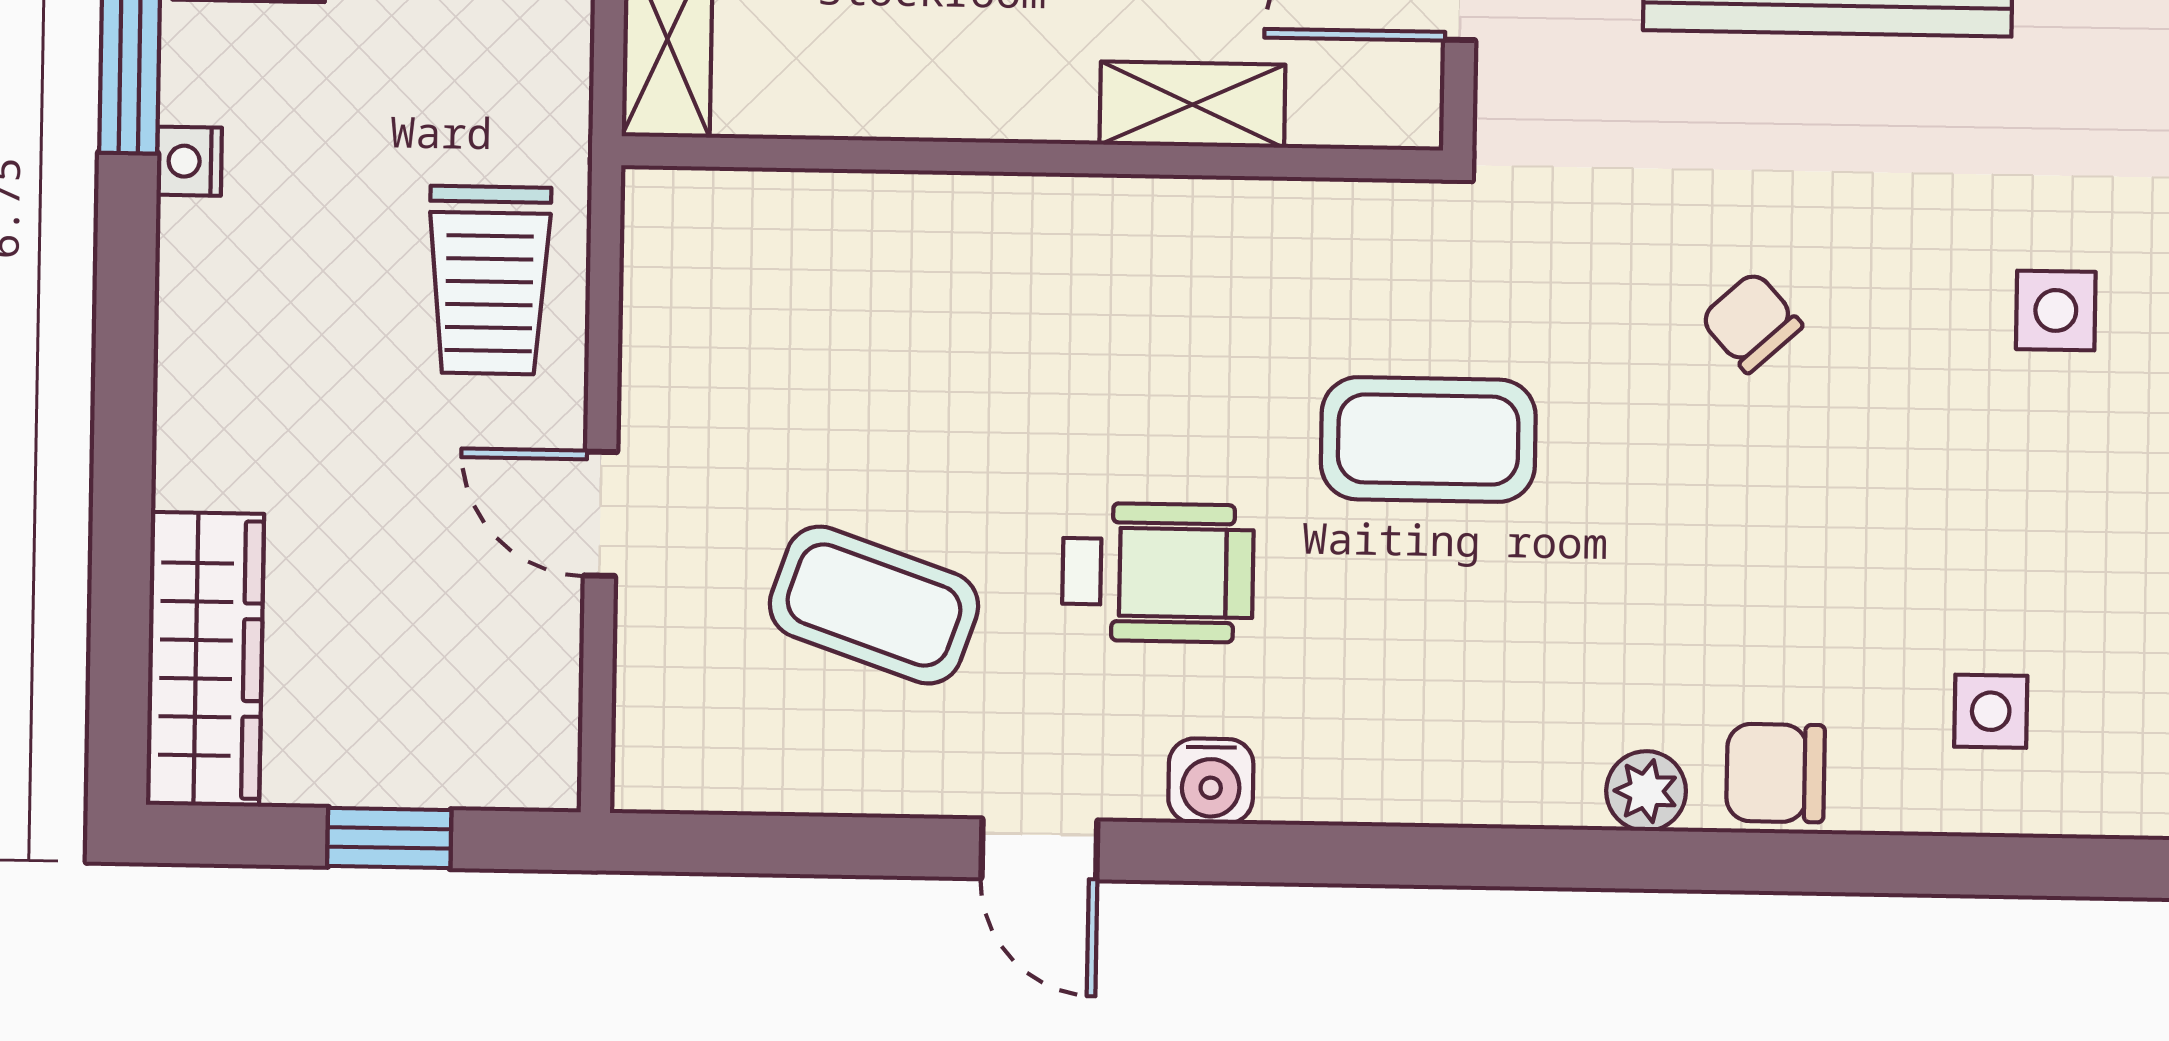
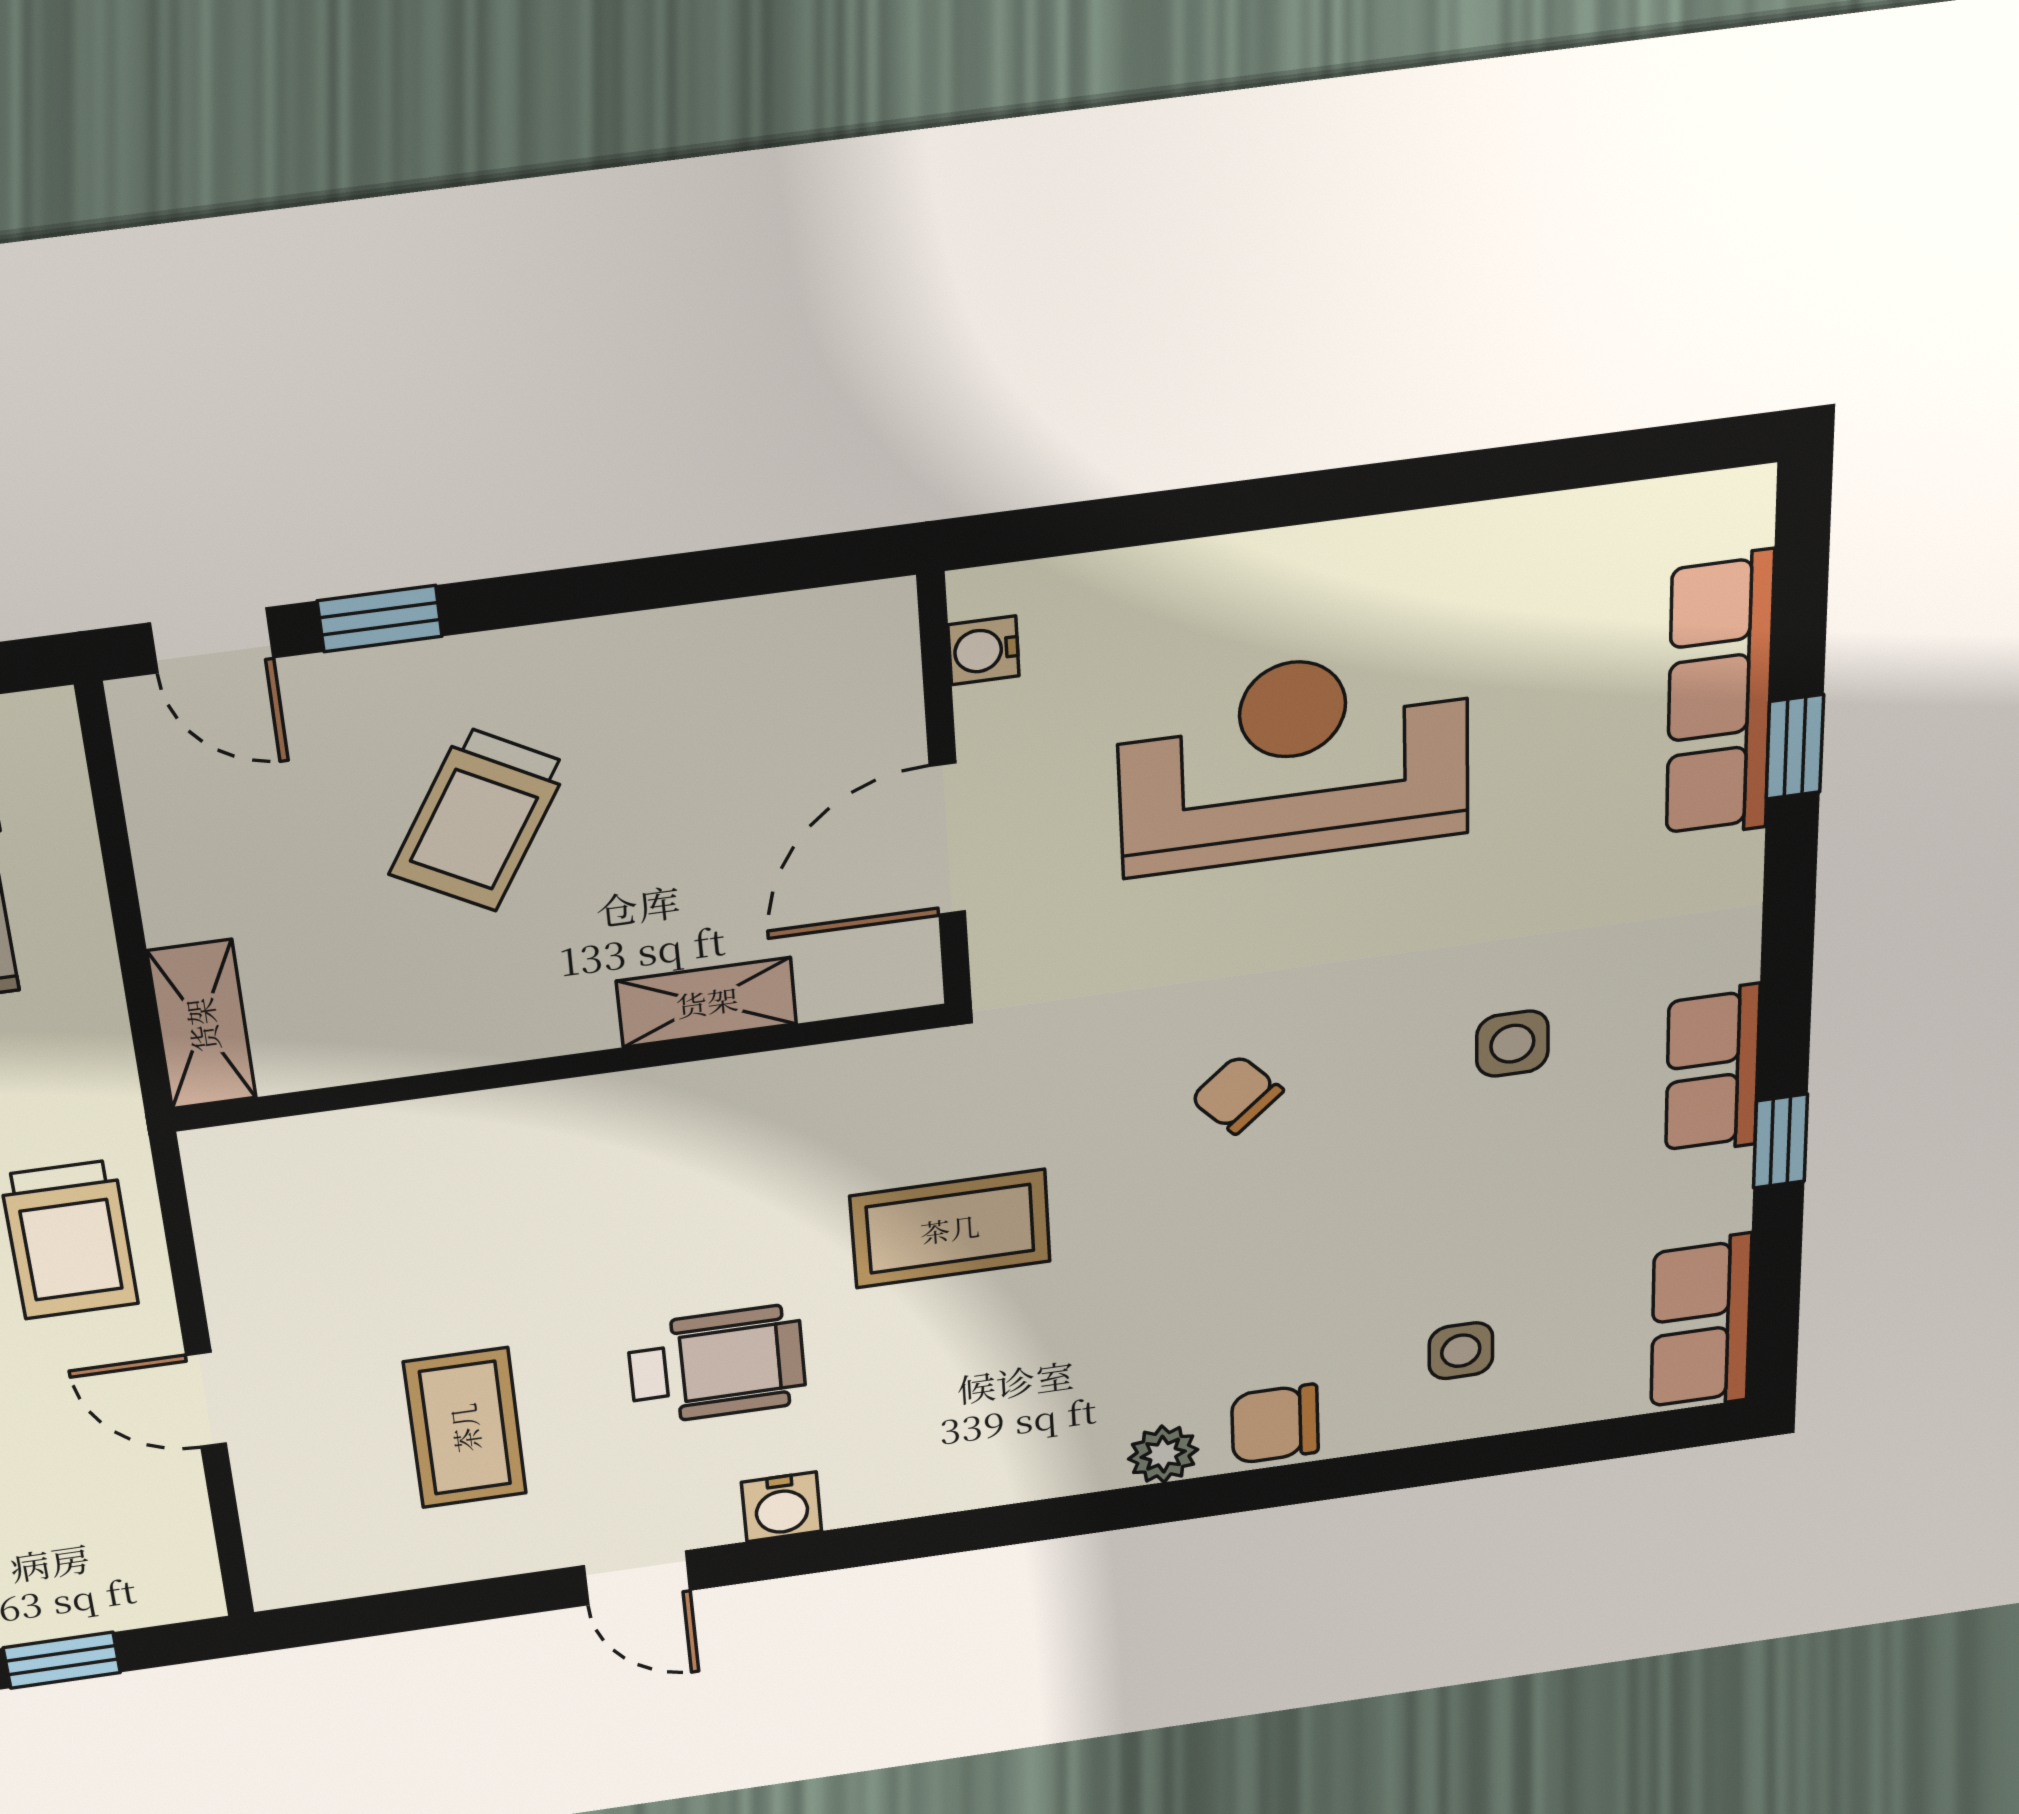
coffee table: (874, 605) -> (465, 1428), turned 71

